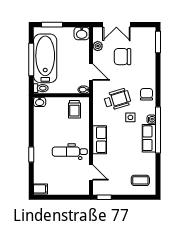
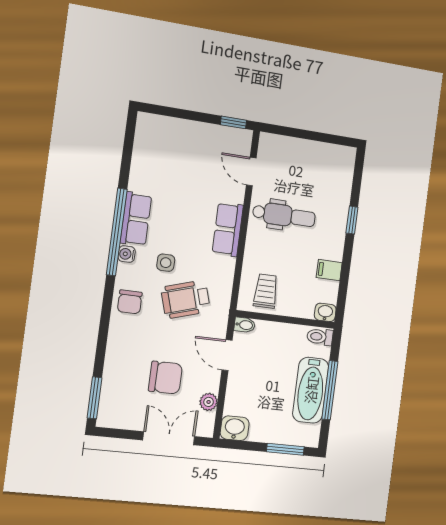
bathtub: (45, 58) -> (311, 390), width x0.73, depth x0.73
coffee table: (140, 180) -> (163, 143), removed
filing cabinet: (40, 189) -> (329, 270), moved

